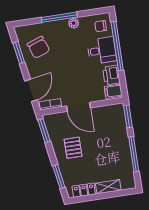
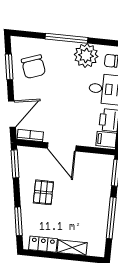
plant: (74, 23) -> (86, 55), width x1.88, depth x1.88

